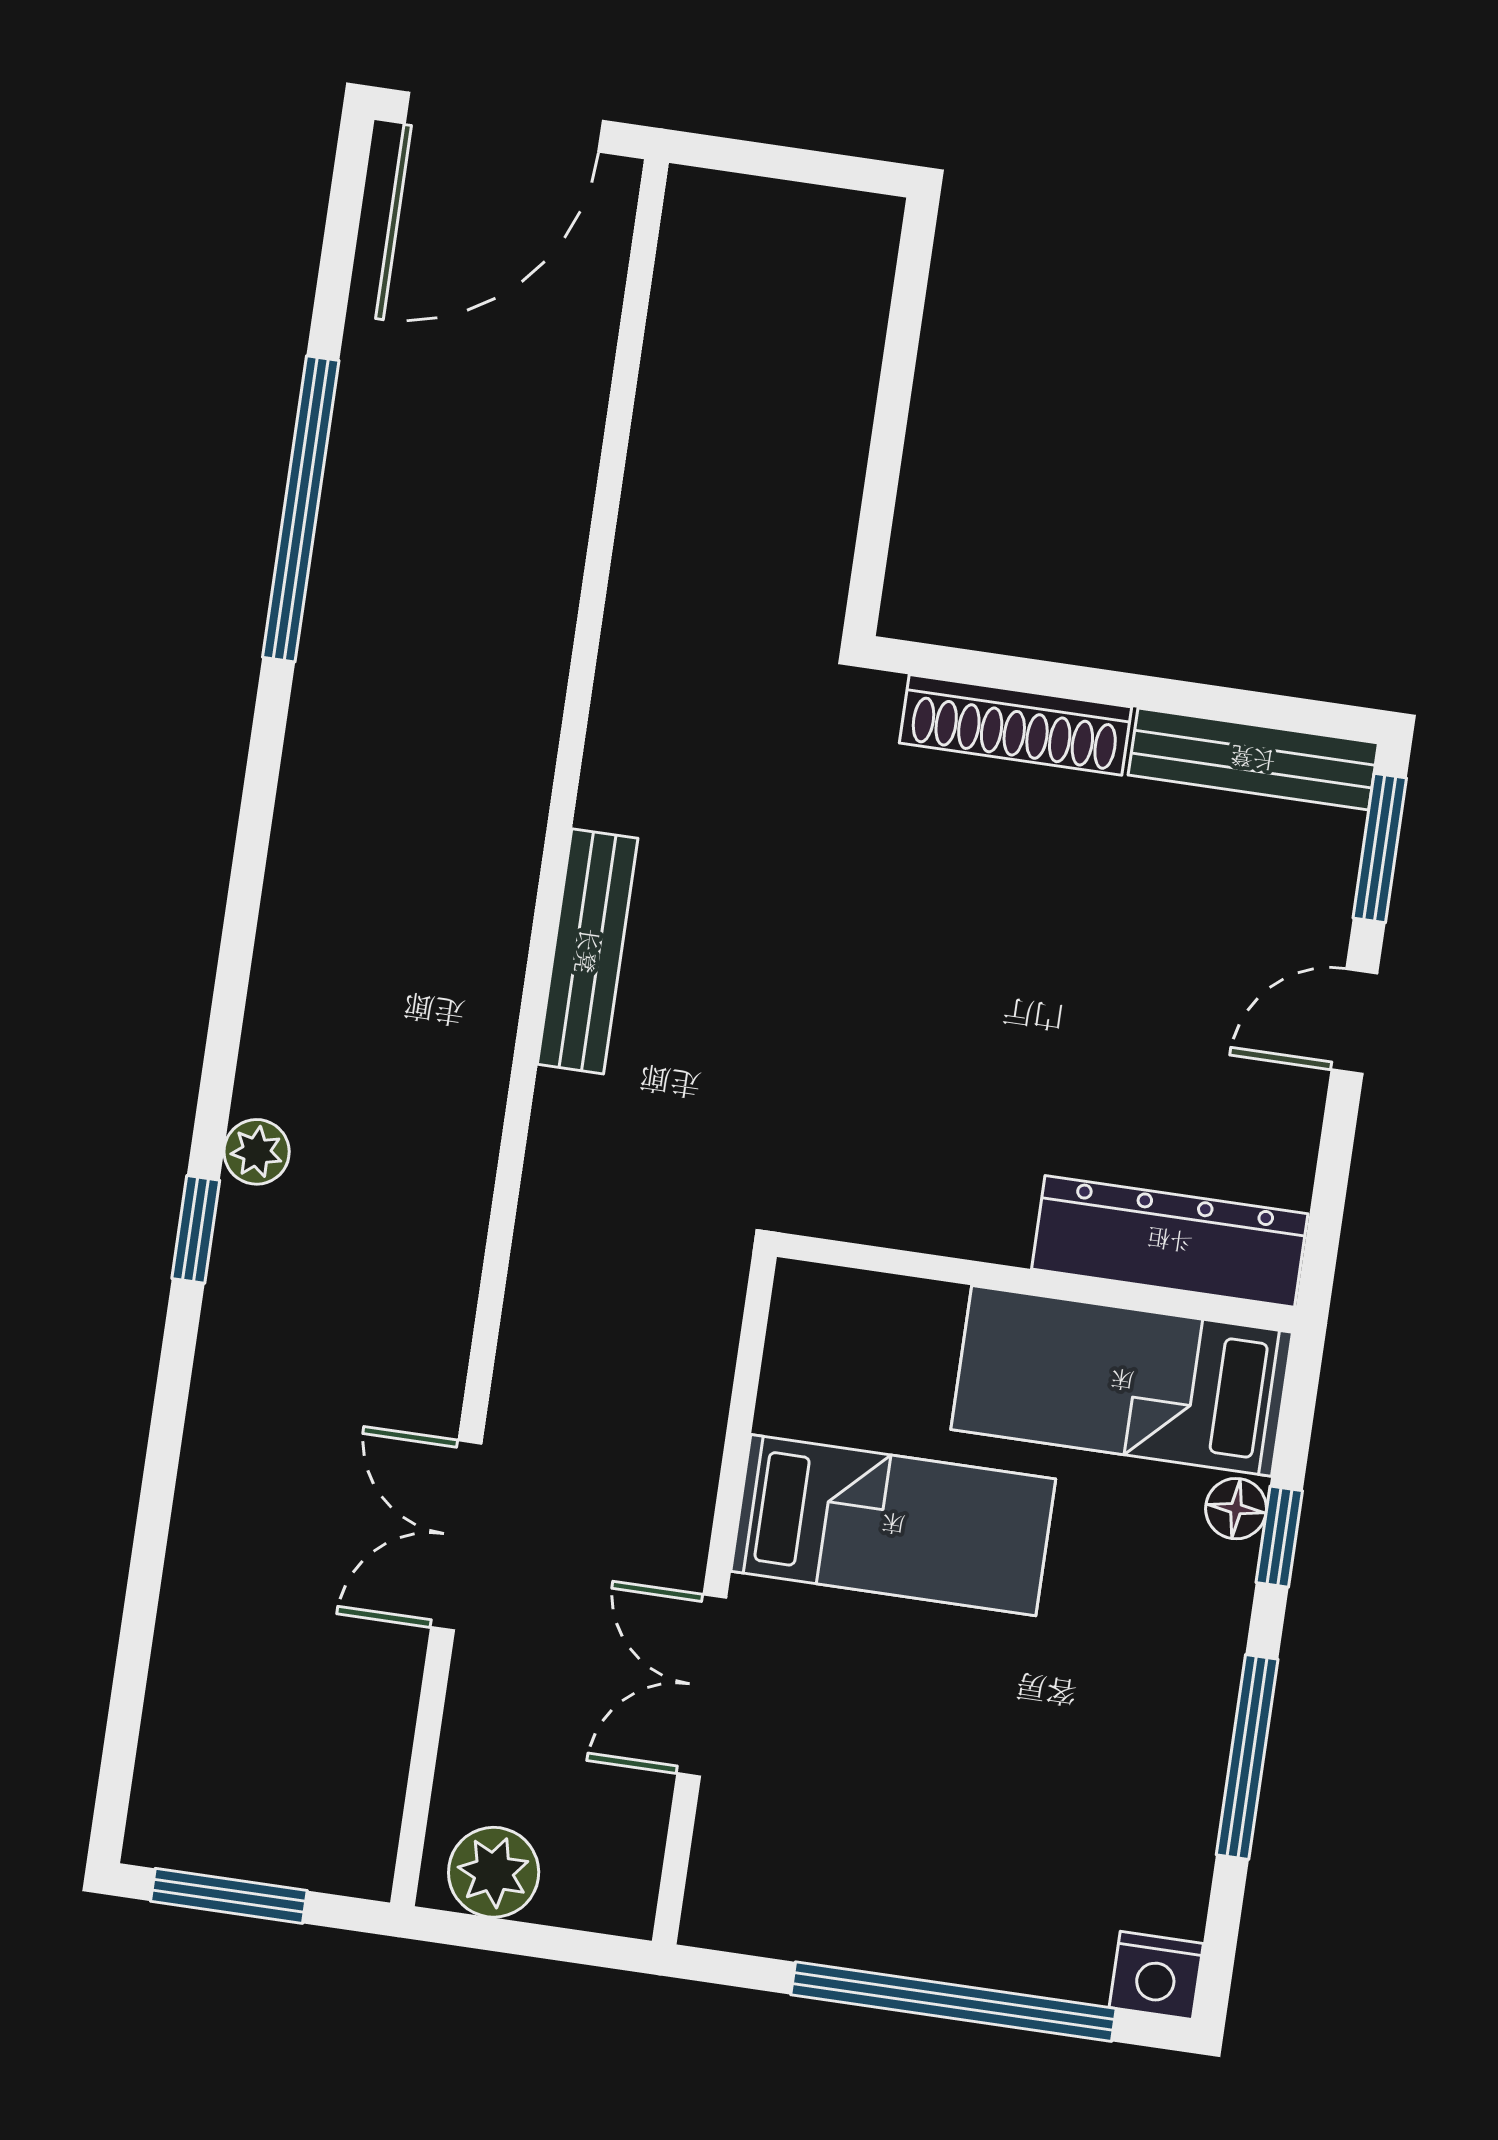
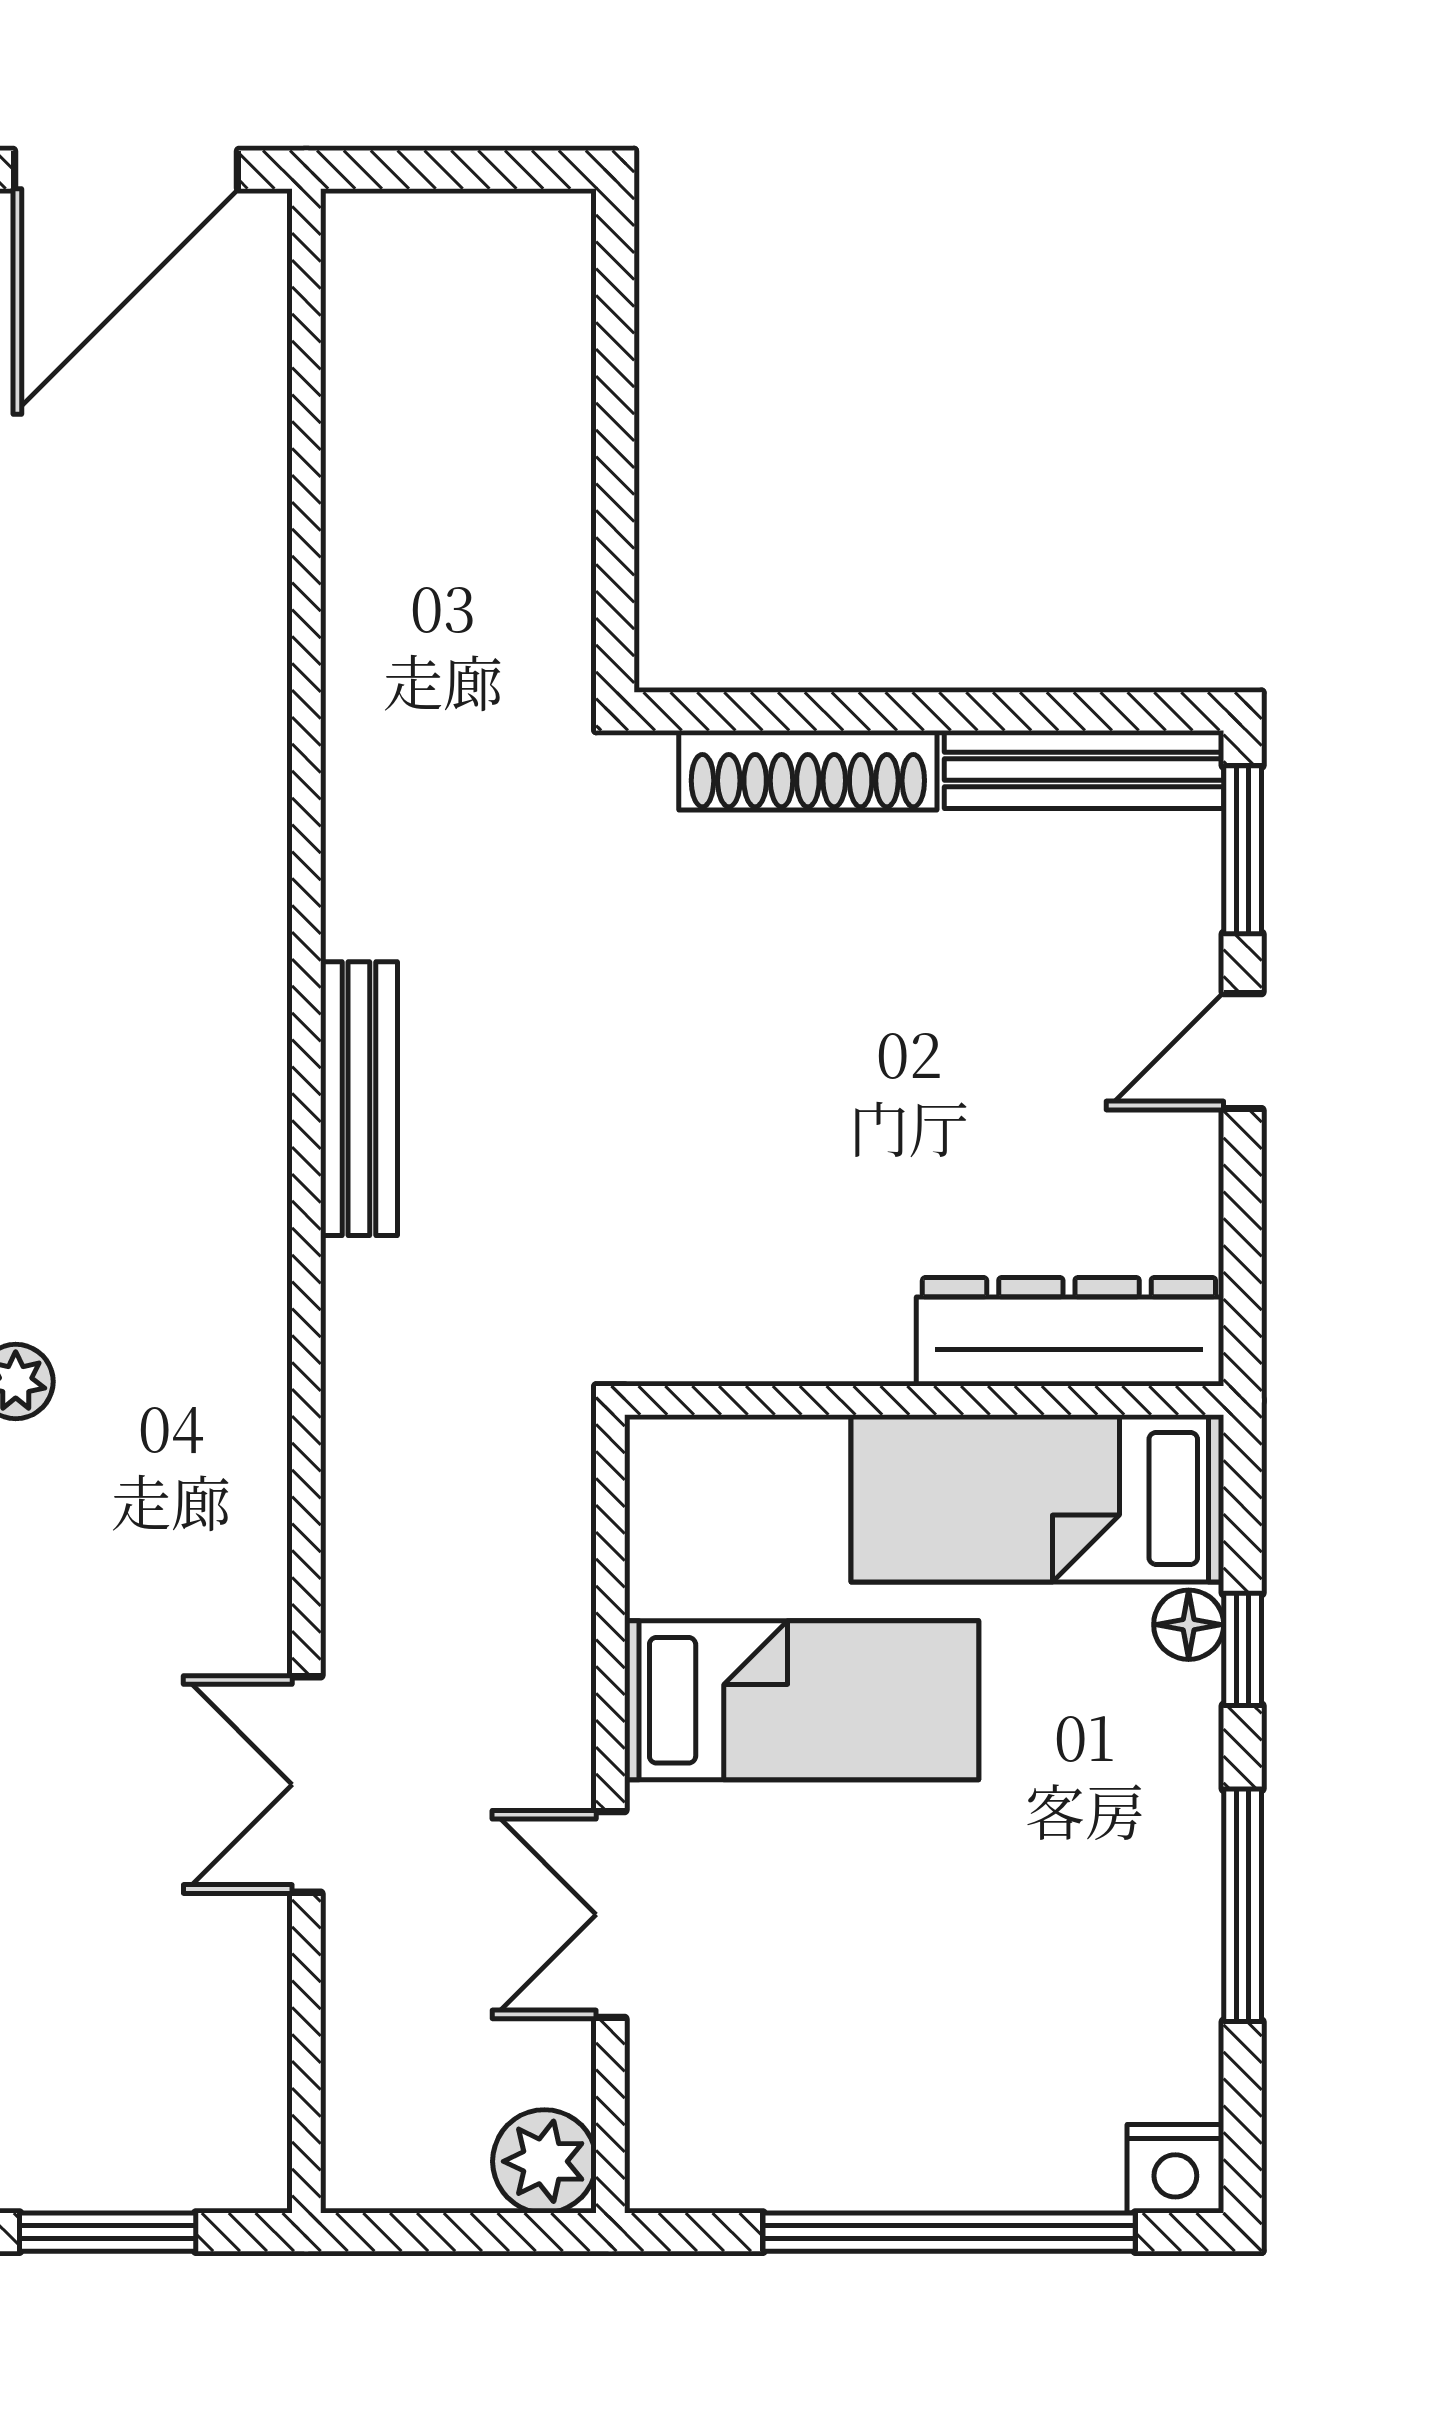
plant: (494, 1872) -> (544, 2161), moved

